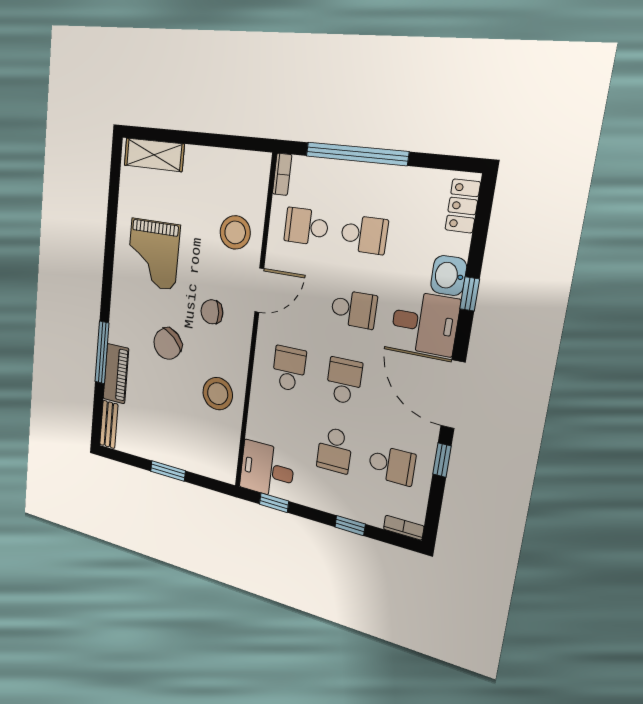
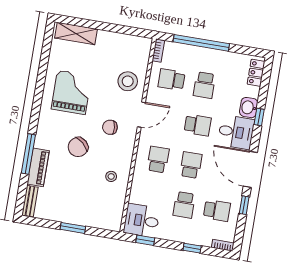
school desk: (364, 235) -> (204, 85), turned 90
grand piano: (153, 254) -> (71, 92), turned 180
stool: (218, 394) -> (111, 176), width x0.53, depth x0.53

